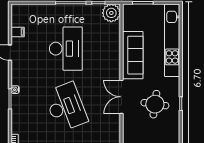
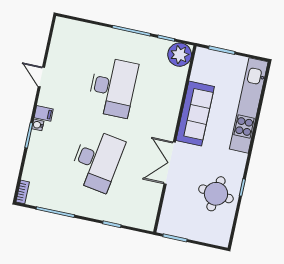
filing cabinet: (18, 32) -> (44, 113), moved
round table: (155, 104) -> (216, 194), moved
desk: (66, 107) -> (97, 160), turned 30

